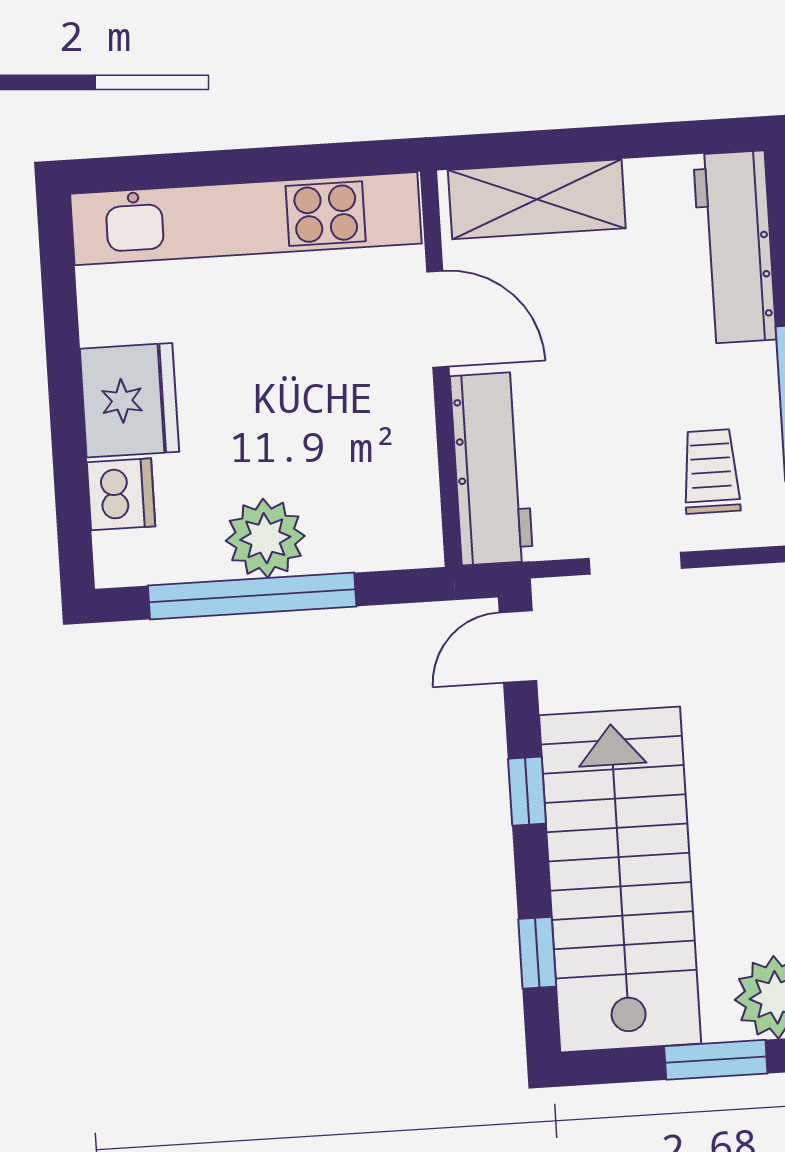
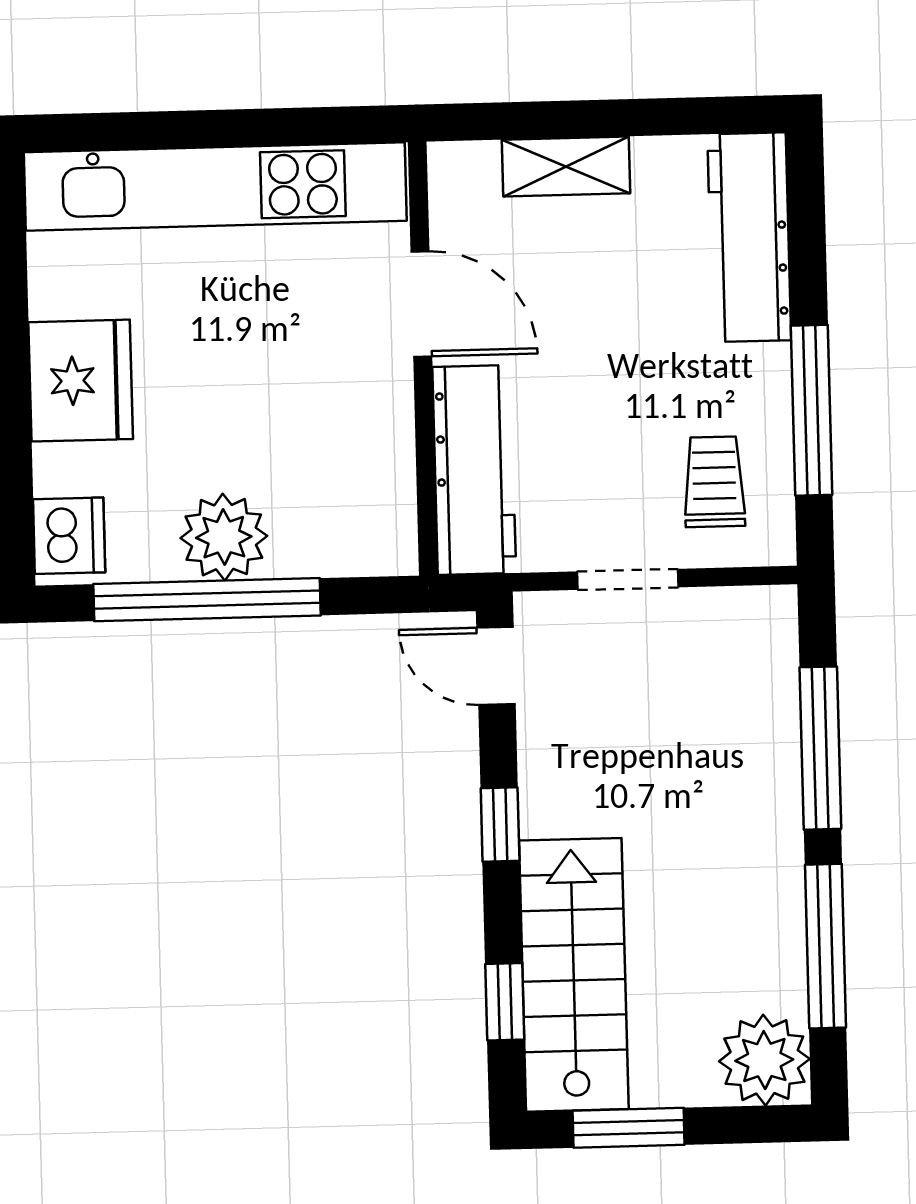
shelving: (537, 199) -> (566, 166), width x0.67, depth x0.75
dishwasher: (121, 494) -> (69, 536), moved
door: (518, 647) -> (496, 666), hinge flipped
stairs: (620, 879) -> (574, 975), width x0.73, depth x0.66
window: (716, 1060) -> (629, 1128), moved

